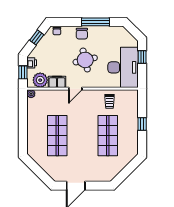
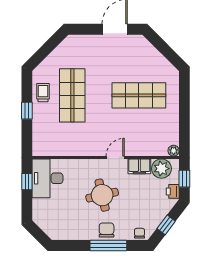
window: (95, 22) -> (108, 246), moved
window: (142, 57) -> (27, 182), moved
desk: (123, 67) -> (47, 178), width x0.73, depth x0.77
trolley: (110, 101) -> (43, 93), moved
shop shelf: (57, 136) -> (139, 95), turned 90

